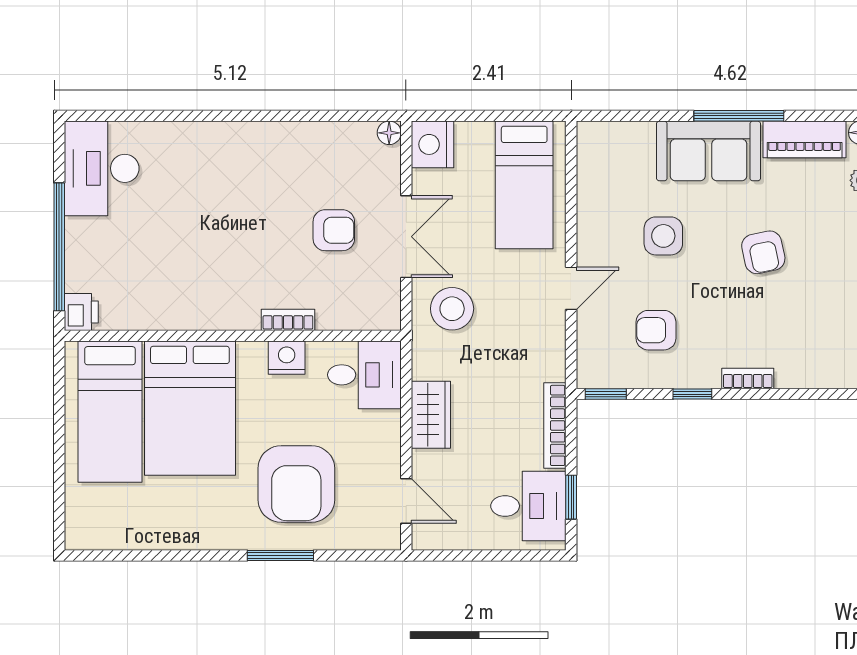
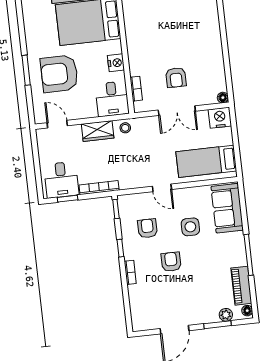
sofa: (709, 151) -> (227, 208), moved
armchair: (763, 252) -> (171, 262), moved, turned 102
stool: (452, 309) -> (125, 128), moved, width x0.53, depth x0.53
bookcase: (288, 320) -> (136, 89), moved
door: (406, 501) -> (57, 124), swing flipped

